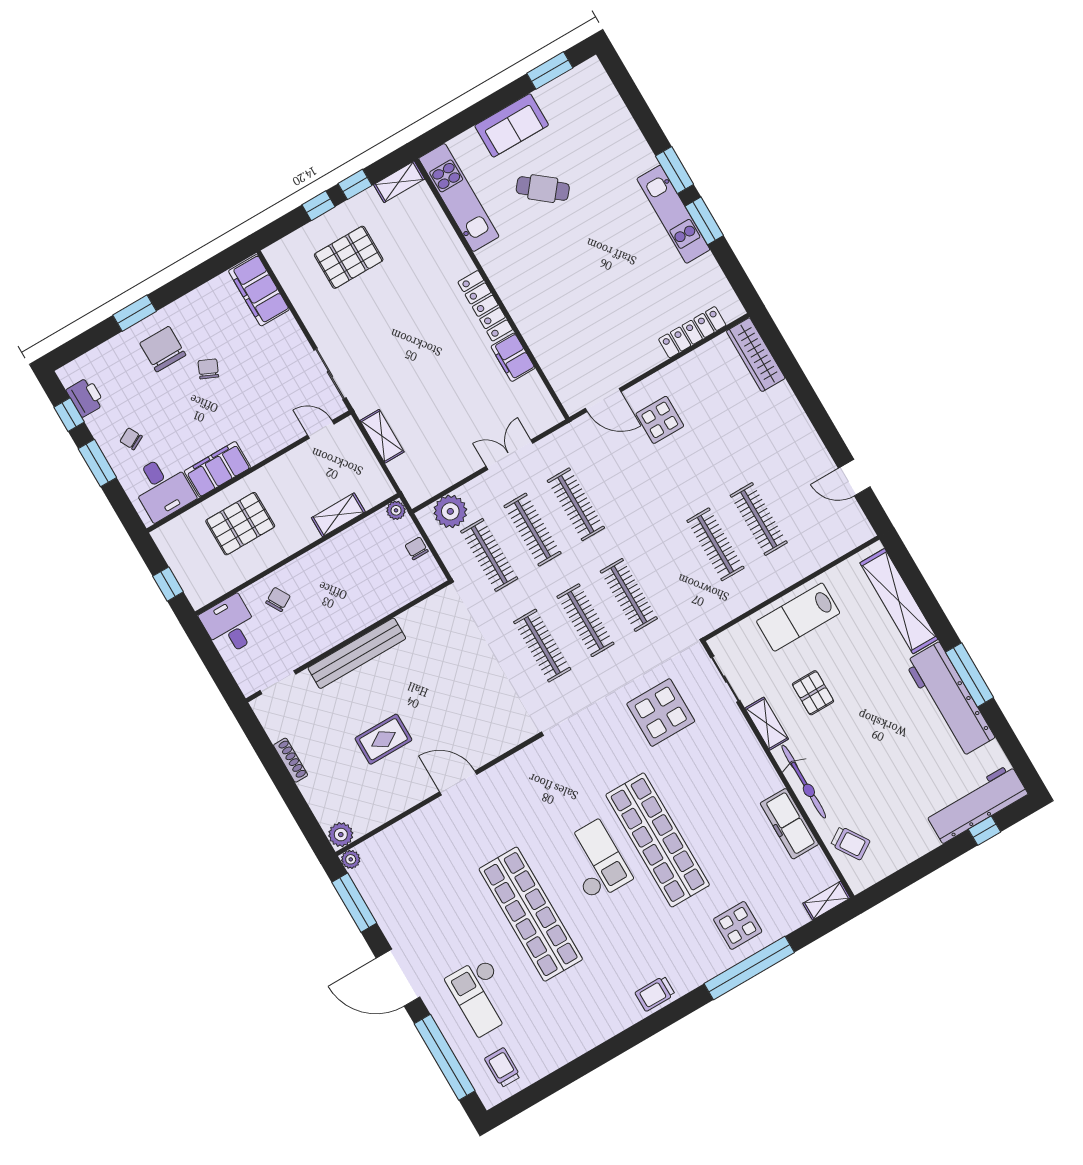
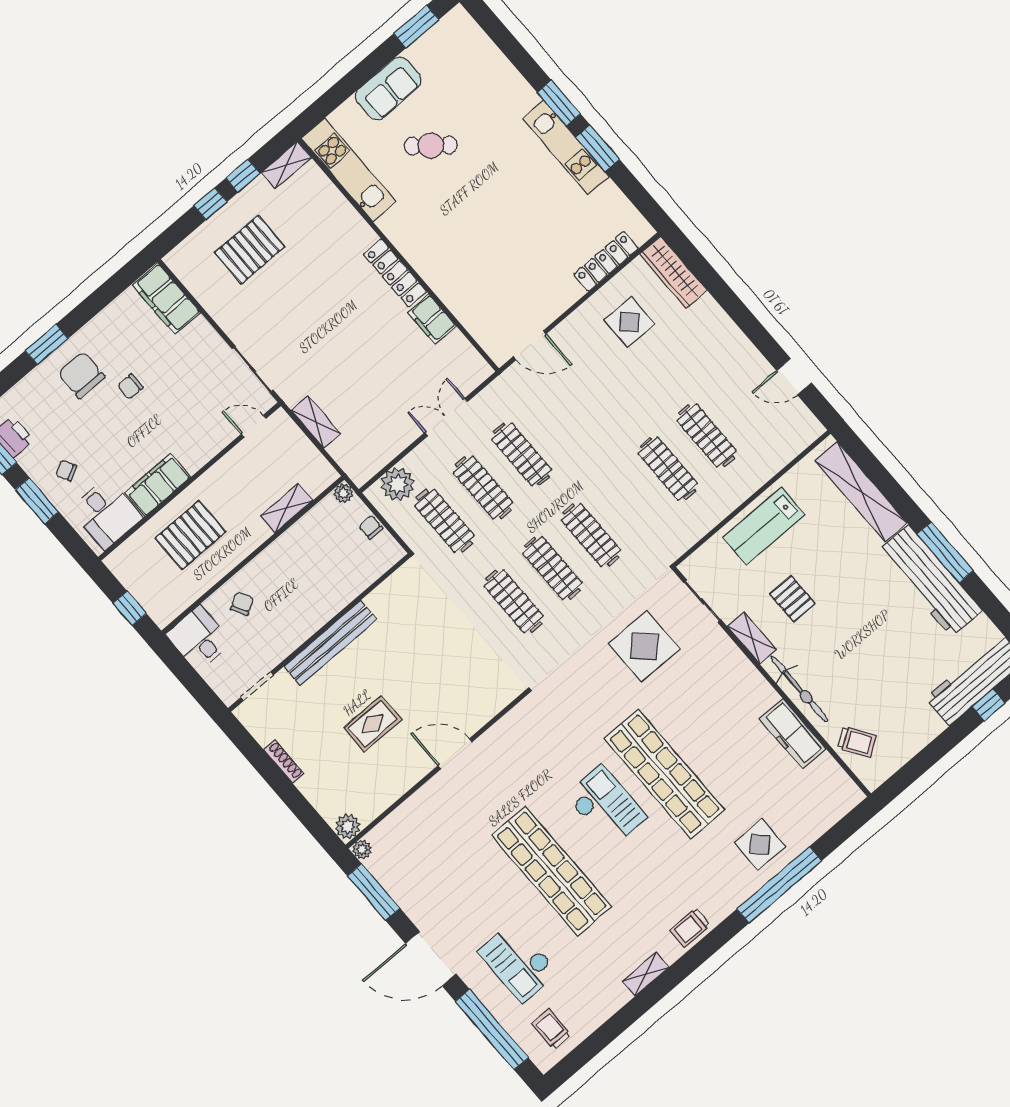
chair: (208, 369) -> (130, 387), turned -114
display table: (660, 420) -> (629, 322), moved
shelving: (827, 901) -> (646, 974), moved

